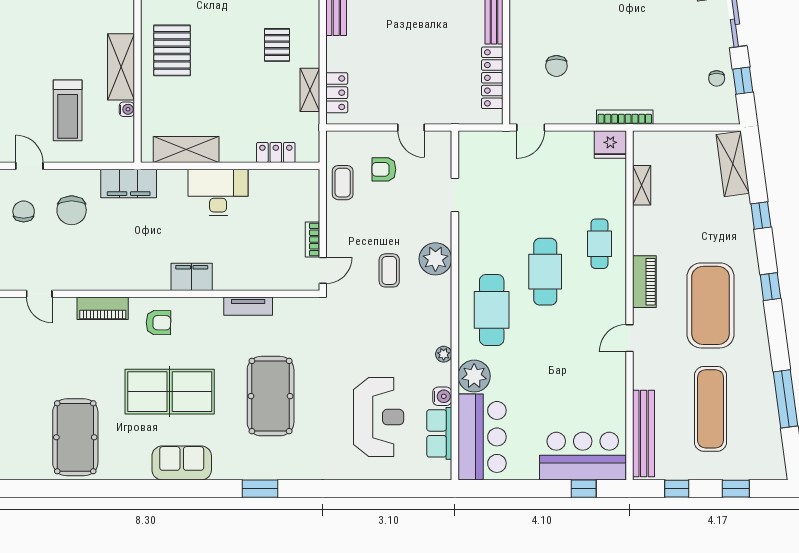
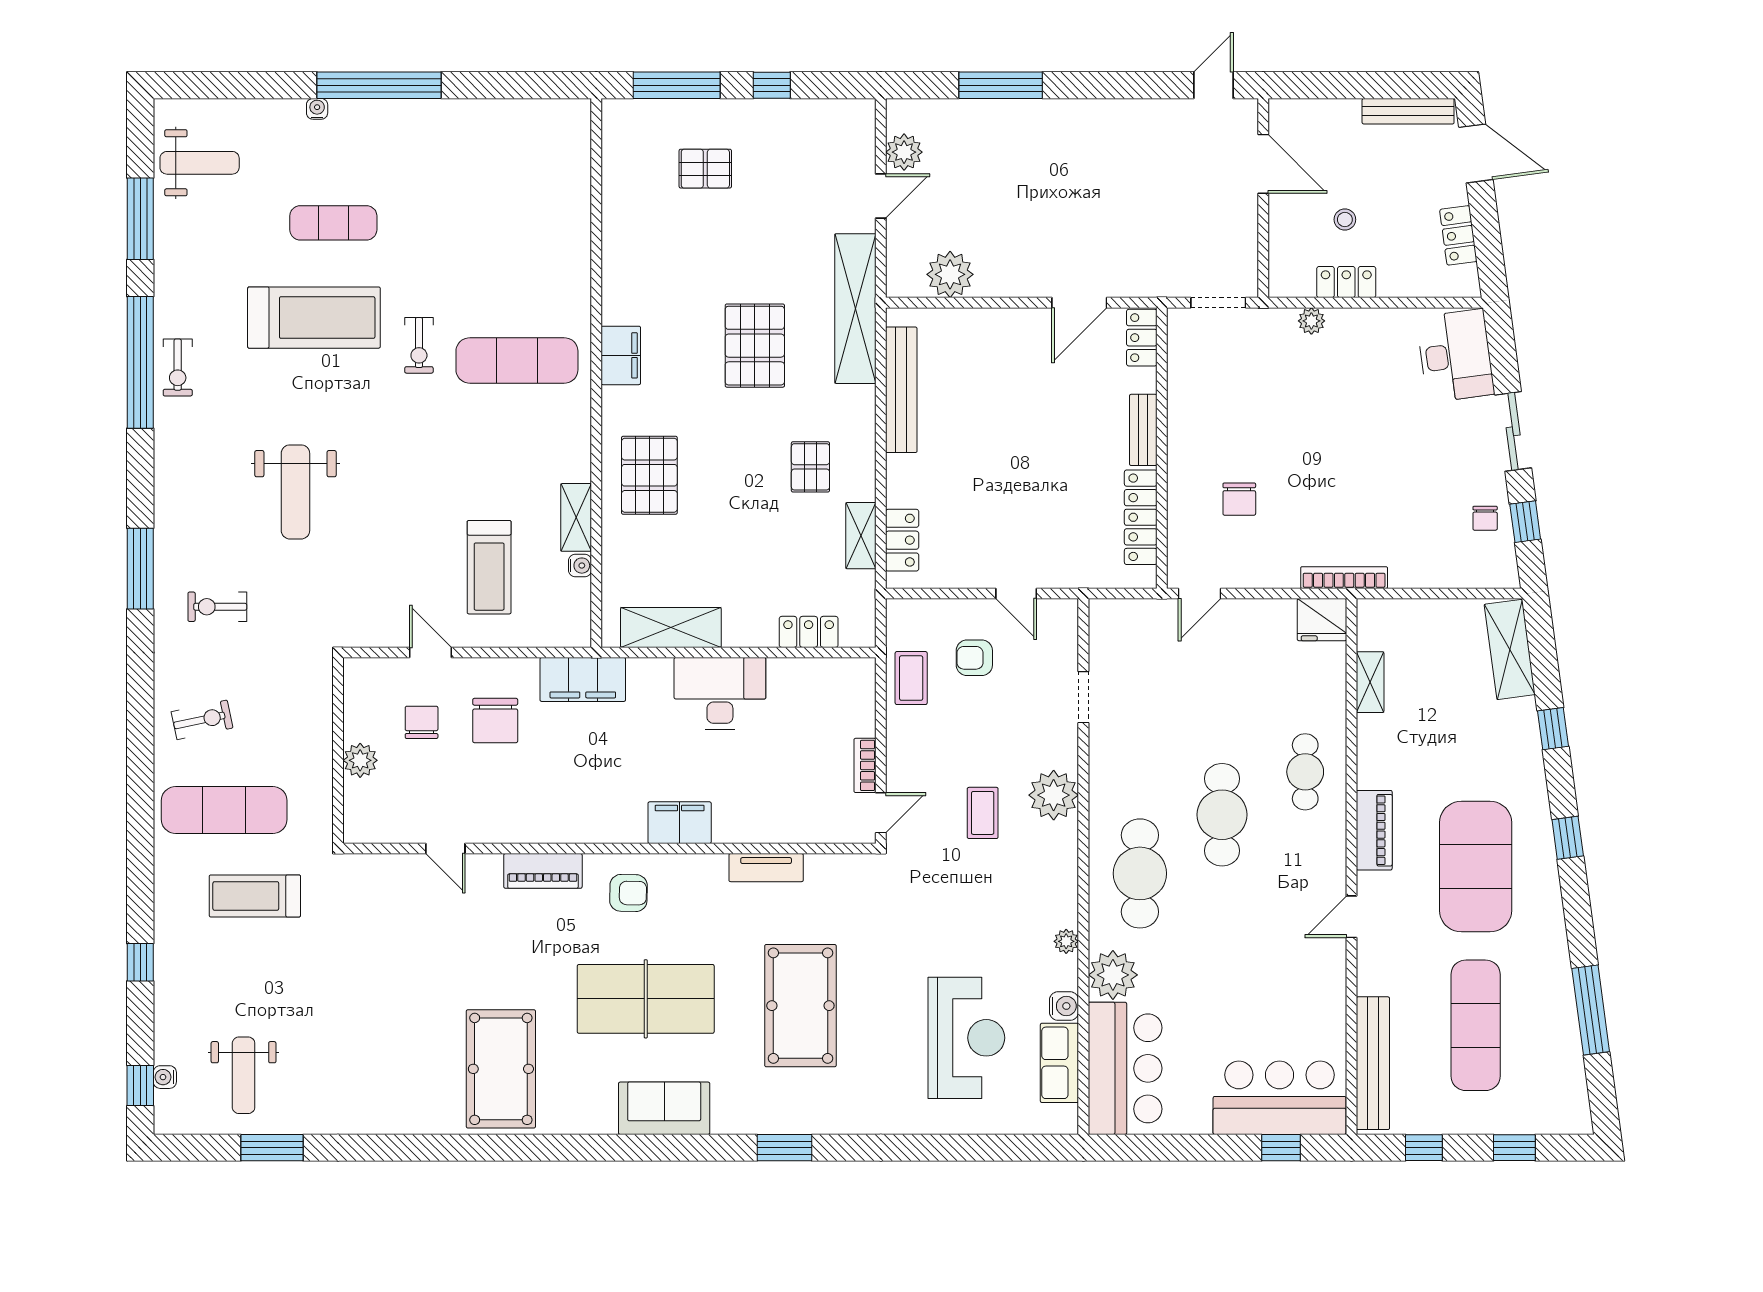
shelving: (121, 67) -> (576, 517), width x0.67, depth x0.75

